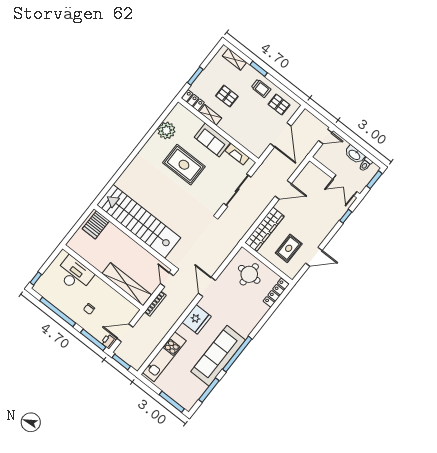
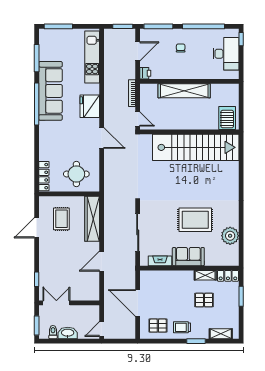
desk: (74, 274) -> (226, 54), moved, turned -90
shelving: (127, 284) -> (184, 91), moved
printer: (108, 341) -> (145, 73), moved

